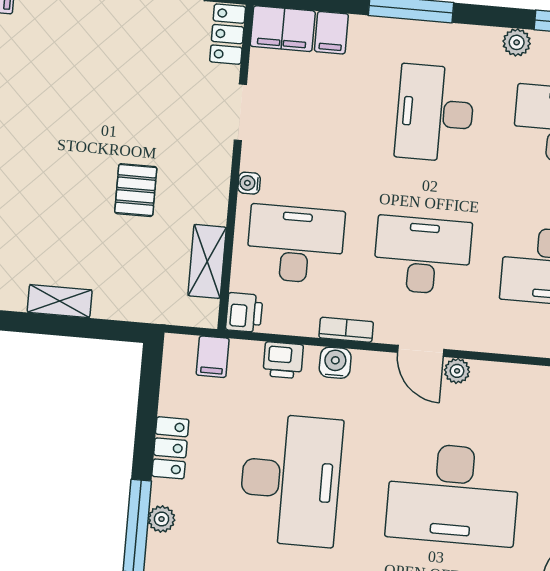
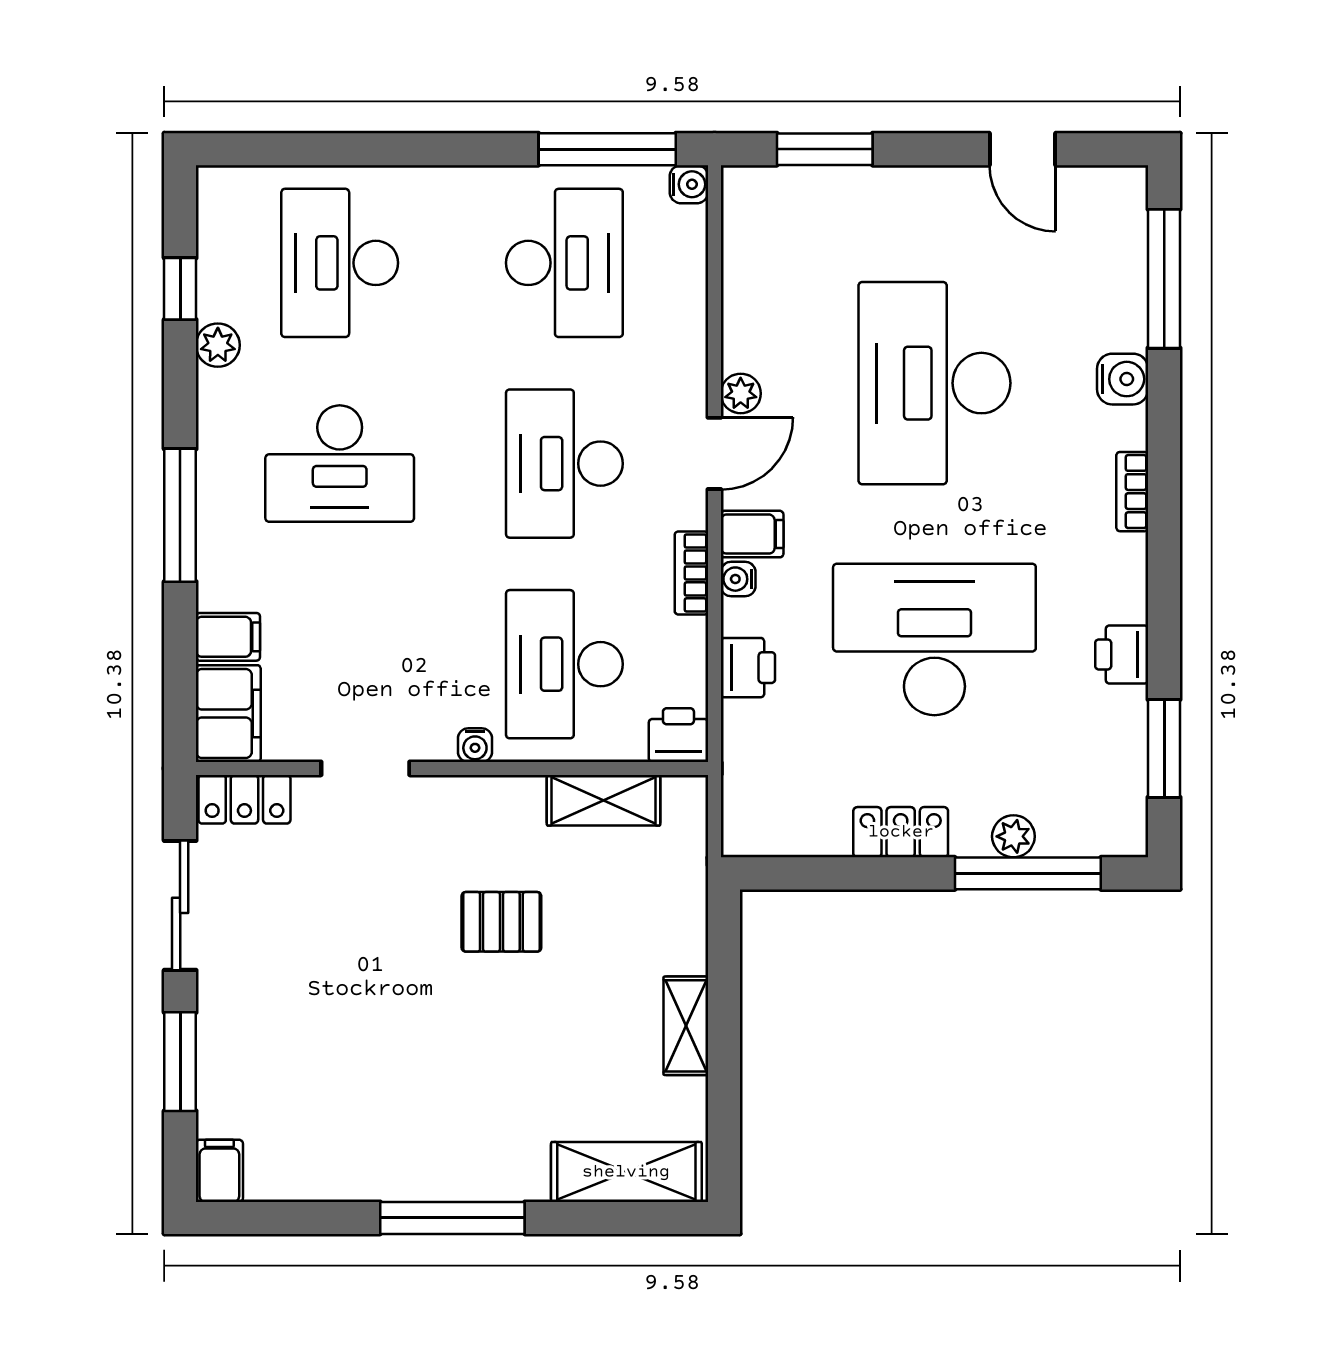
filing cabinet: (213, 357) -> (752, 534), moved
water cooler: (335, 363) -> (738, 579), width x0.72, depth x0.72
desk: (453, 494) -> (934, 383), turned 180

